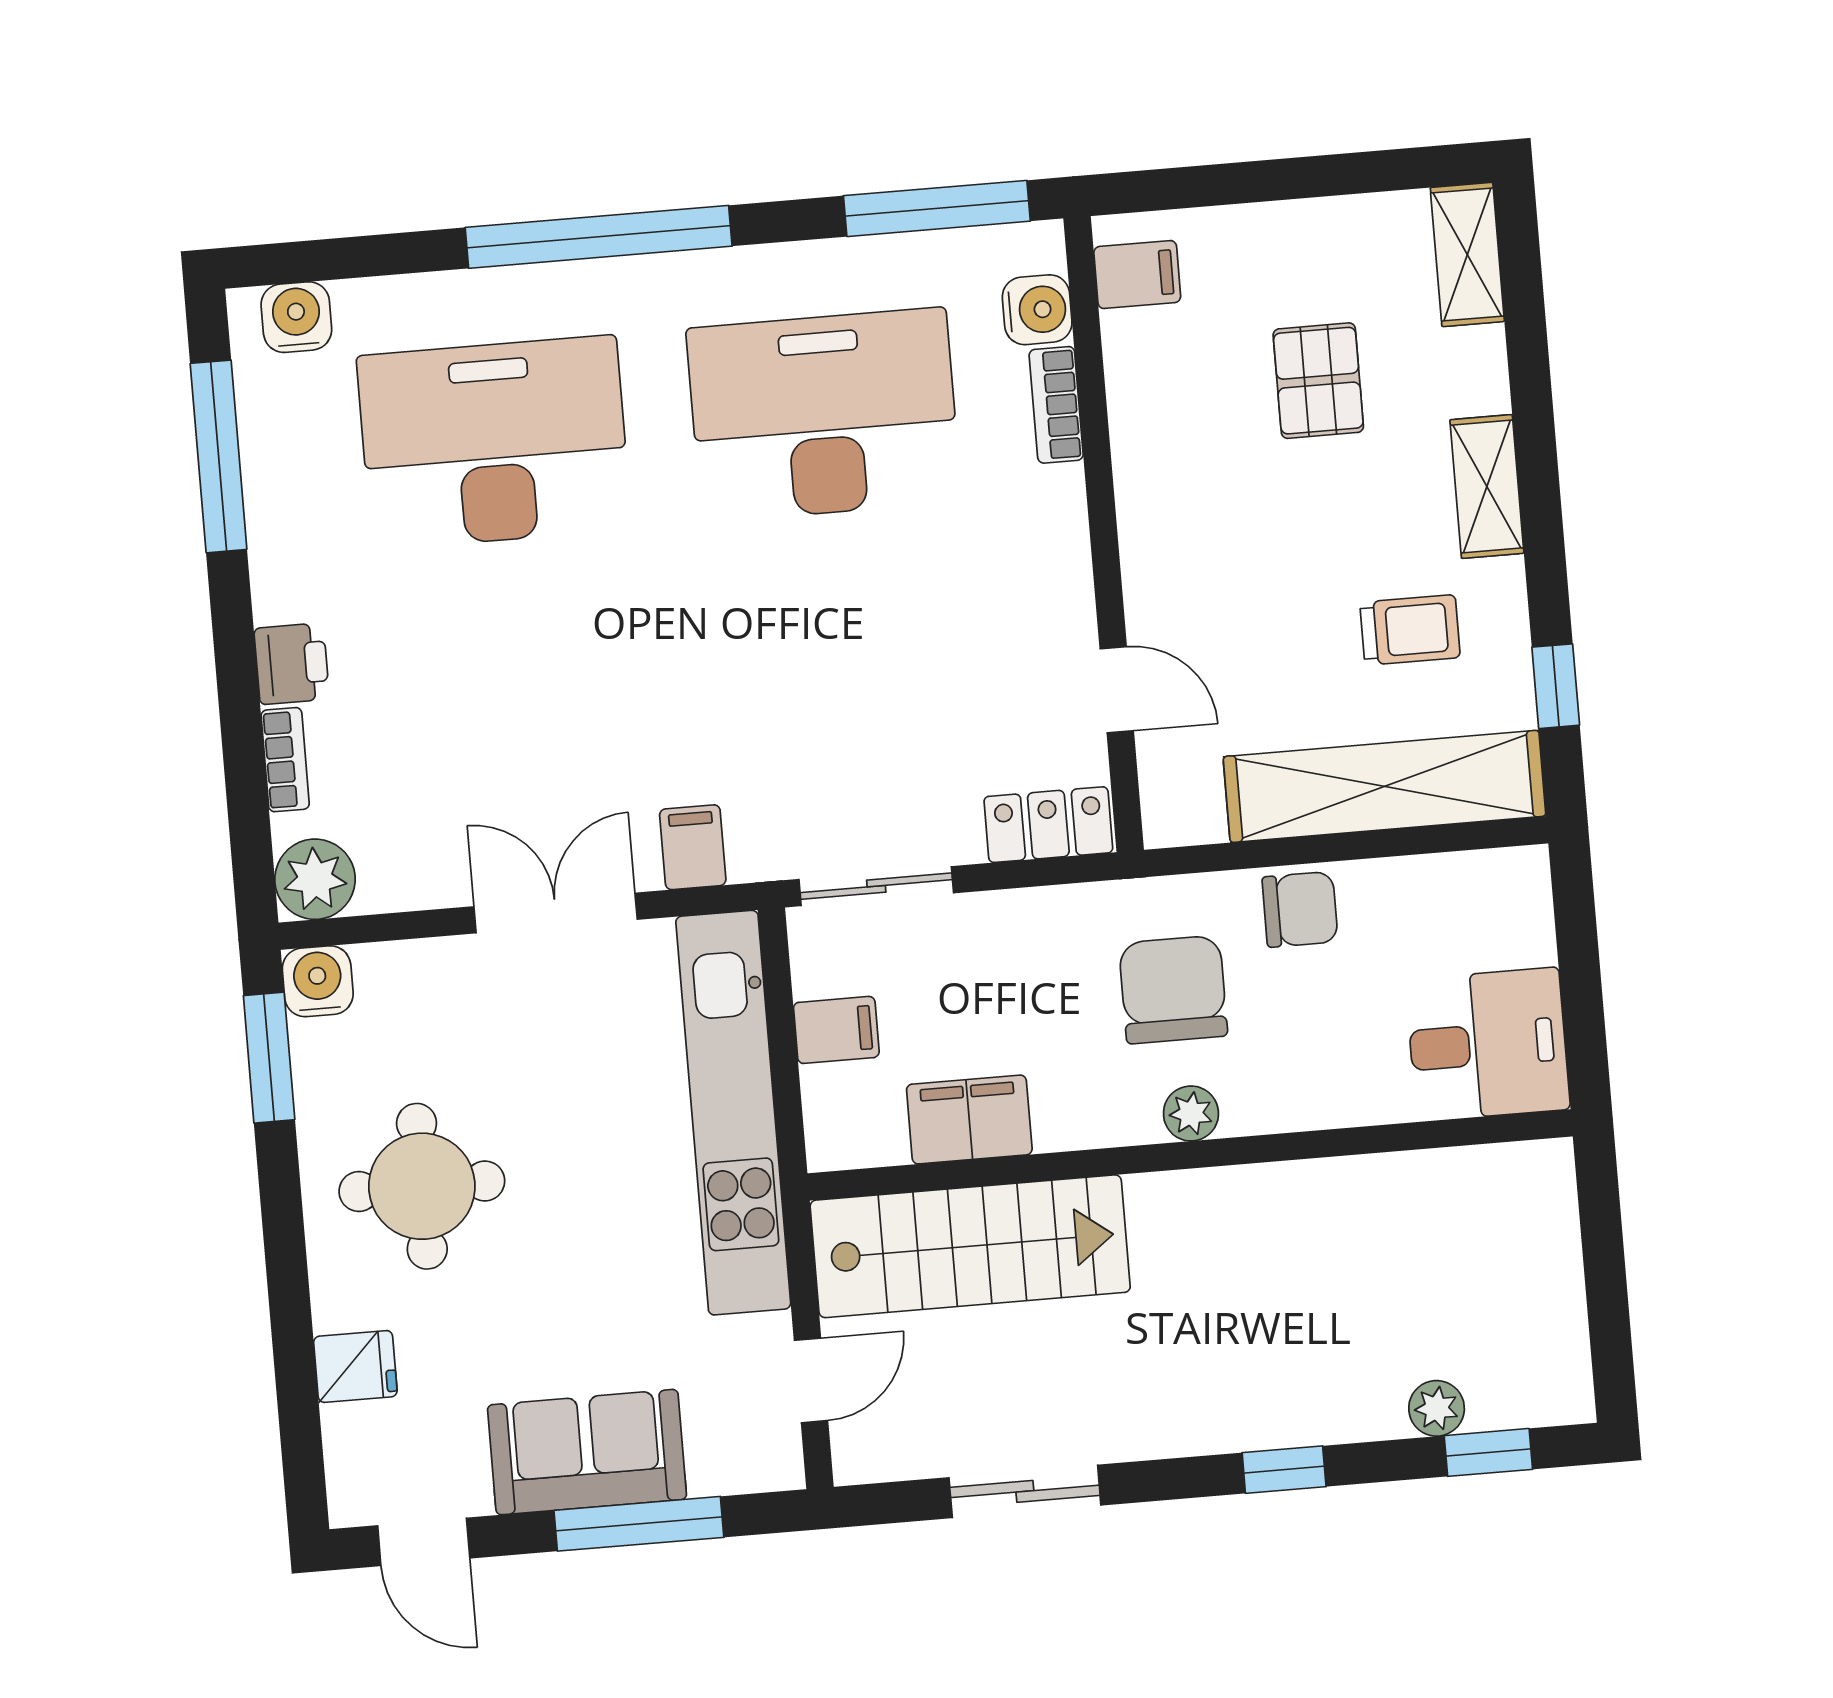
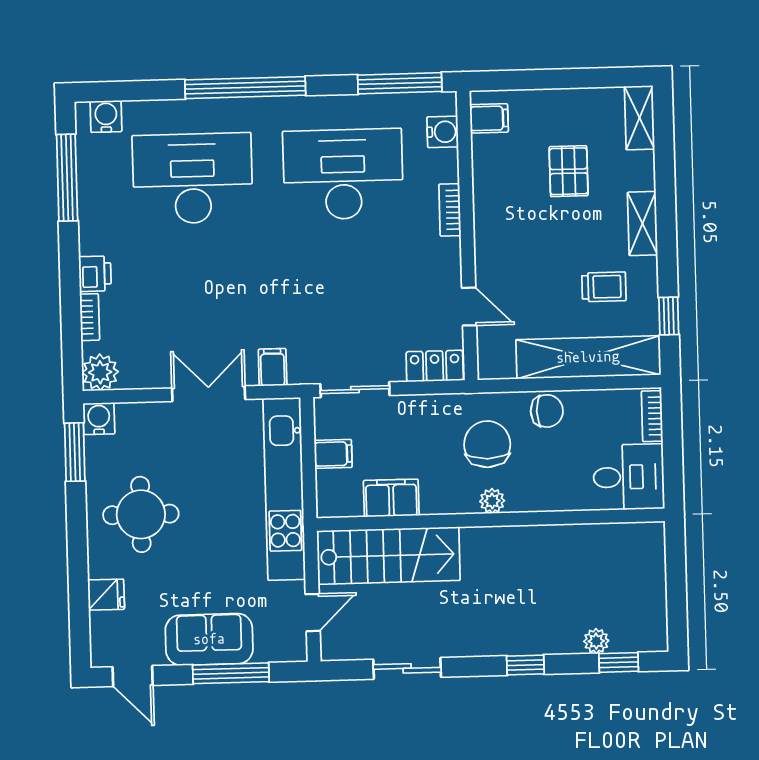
bookcase: (1056, 405) -> (450, 210), moved
bookcase: (1531, 908) -> (652, 416), added

